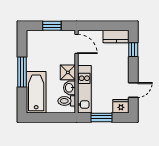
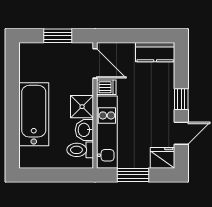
window: (133, 50) -> (181, 99), moved
dishwasher: (84, 60) -> (106, 87), added
window: (22, 72) -> (12, 106), removed
bathtub: (36, 92) -> (34, 114), moved

